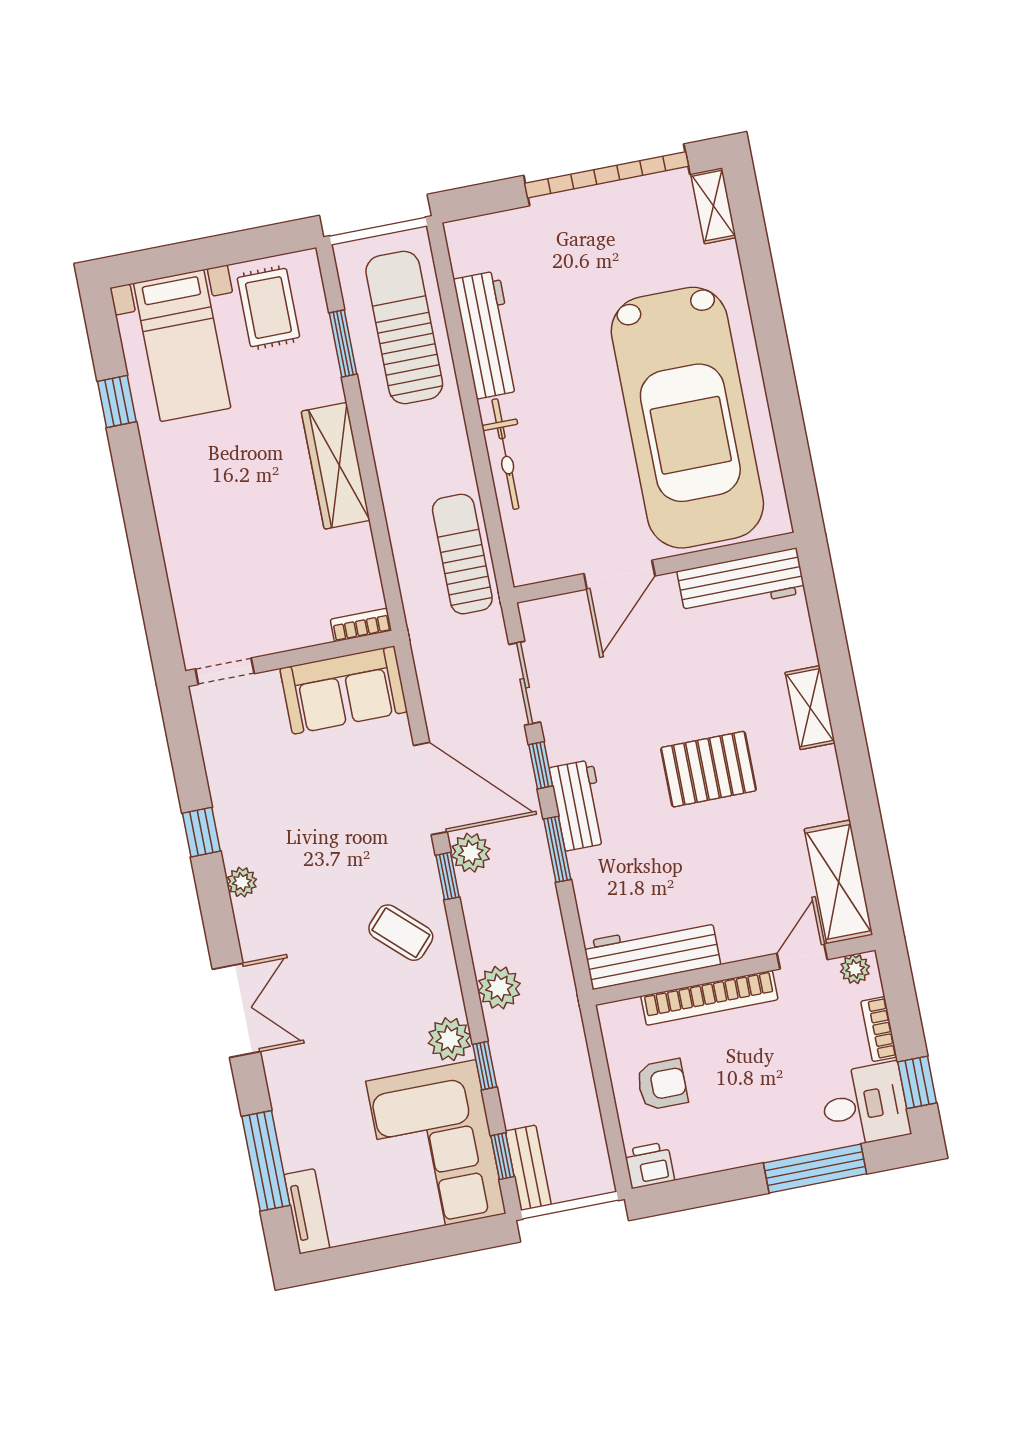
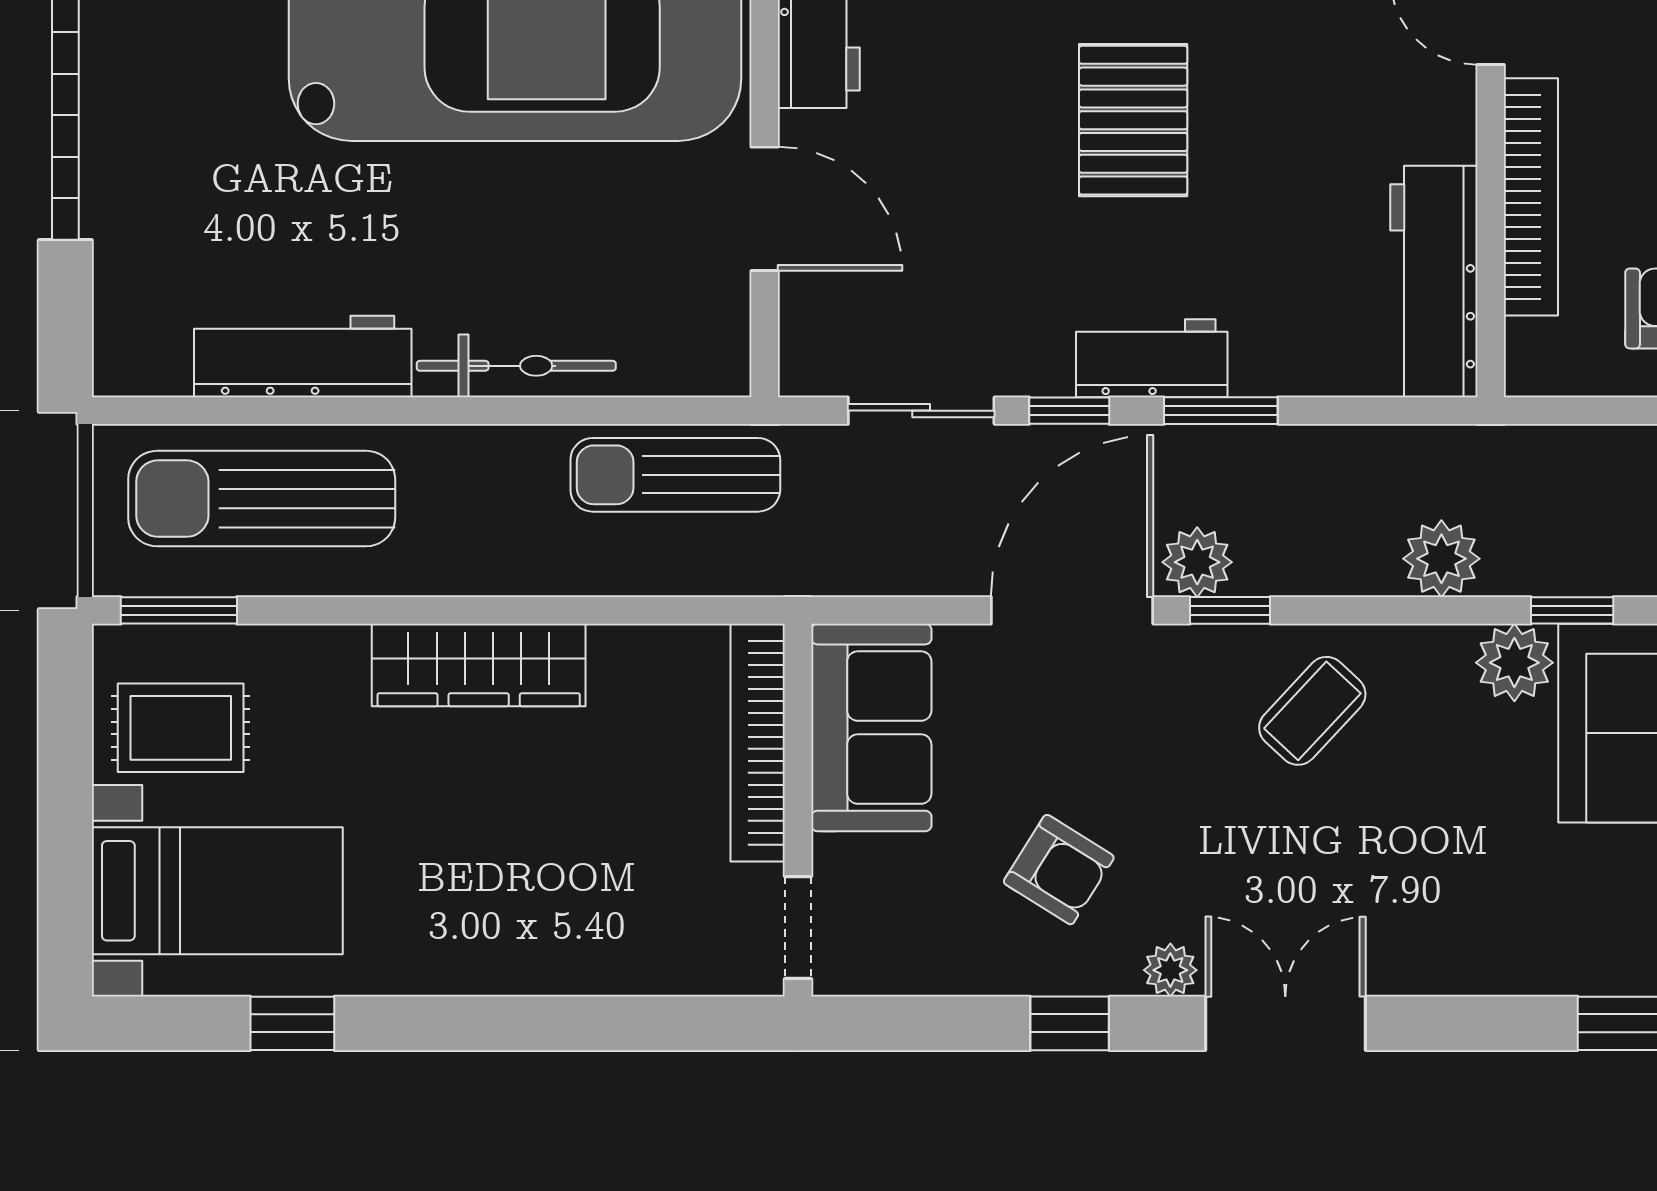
window: (343, 343) -> (179, 610), moved
bookcase: (361, 625) -> (758, 743), width x2.31, depth x1.31
armchair: (285, 809) -> (1059, 870), added
double door: (236, 1010) -> (1285, 1023), moved

